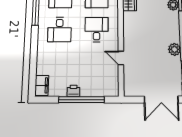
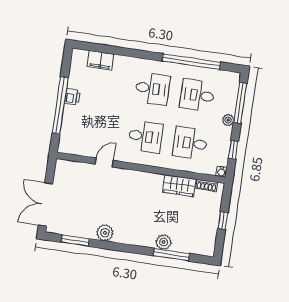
desk: (60, 30) -> (153, 89), turned 180
filing cabinet: (42, 85) -> (101, 60), moved

